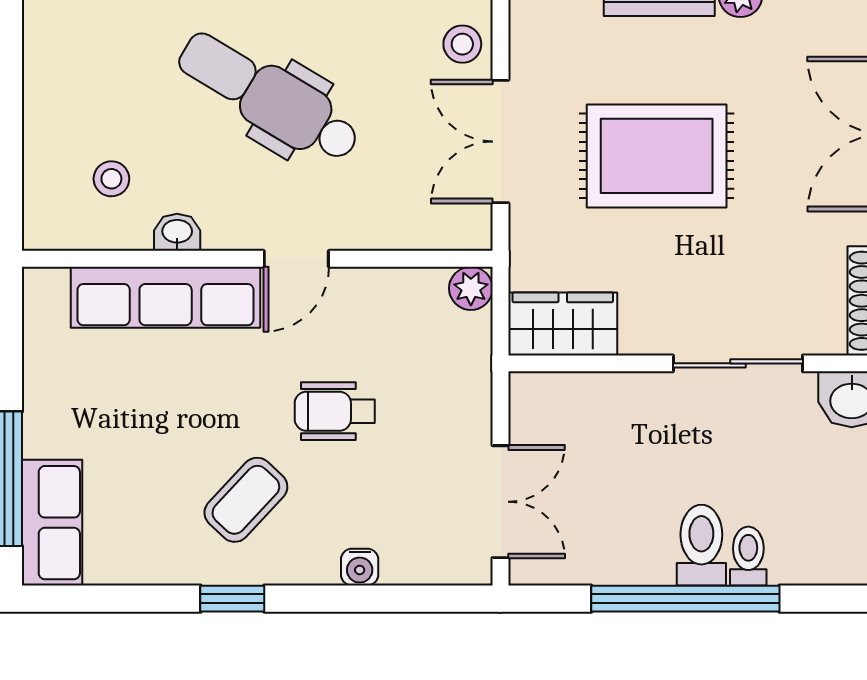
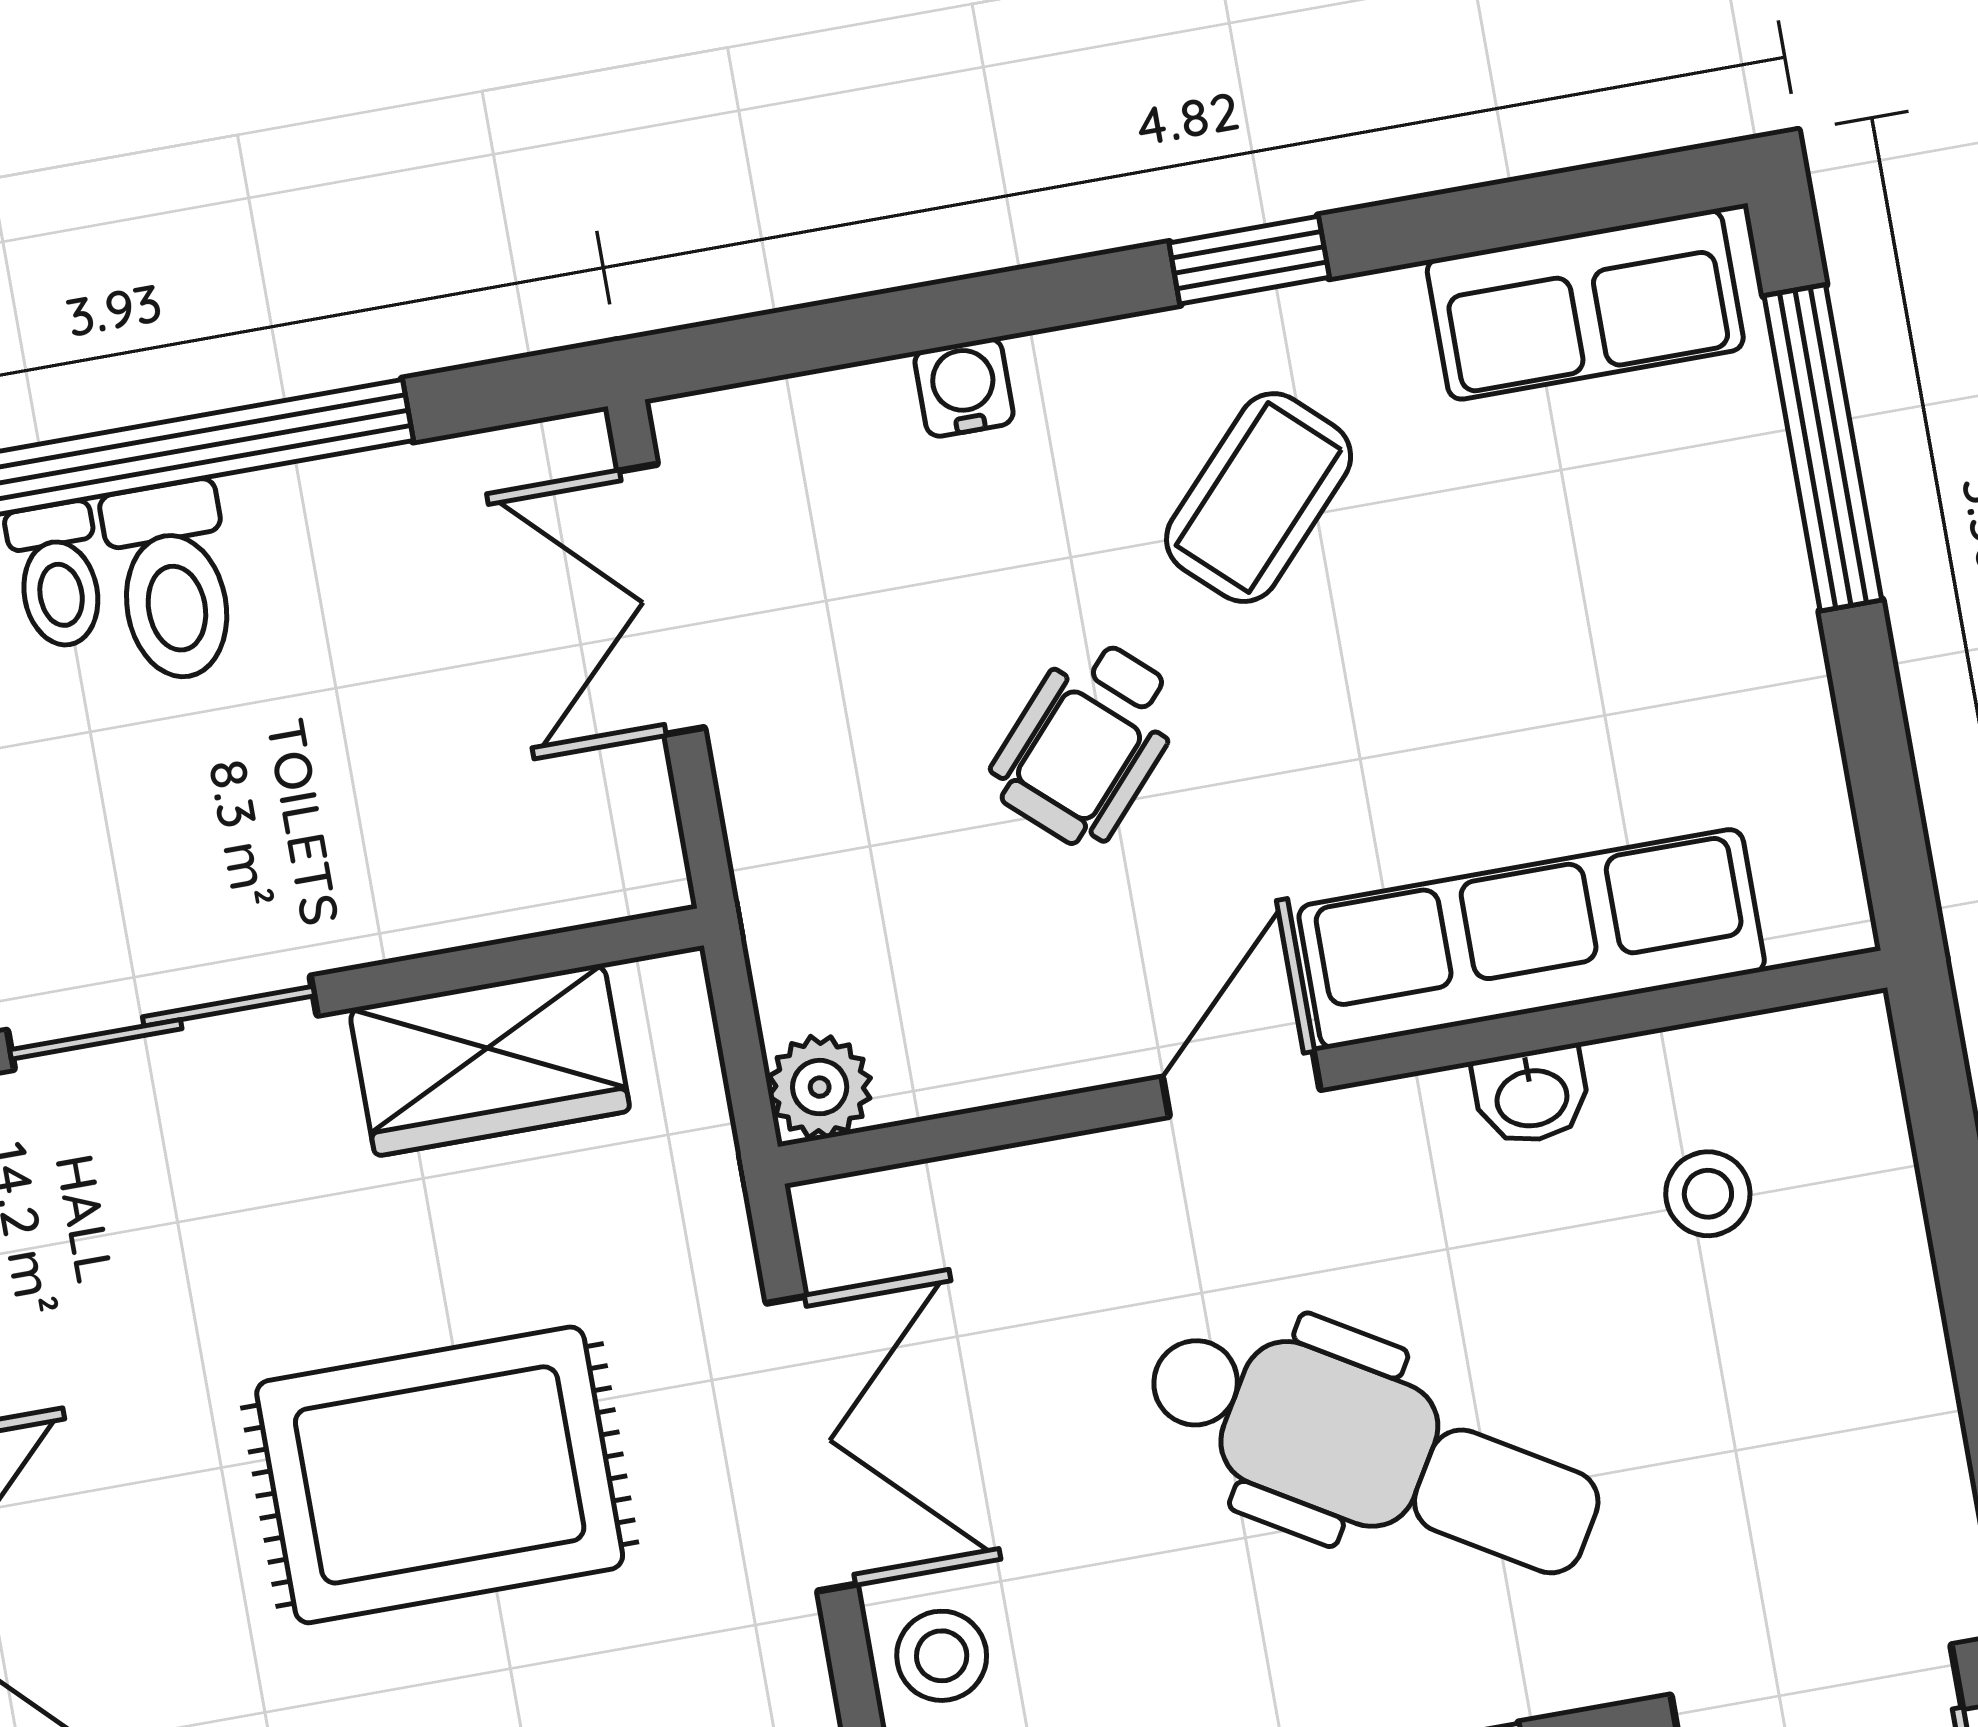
wardrobe: (563, 324) -> (490, 1060), moved
wheelchair: (335, 411) -> (1087, 742), turned 132
row of seats: (52, 523) -> (1585, 305), moved, turned -90

